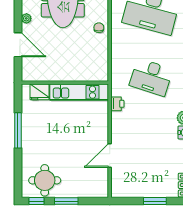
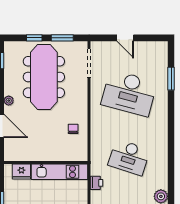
chair: (99, 28) -> (73, 129), moved

